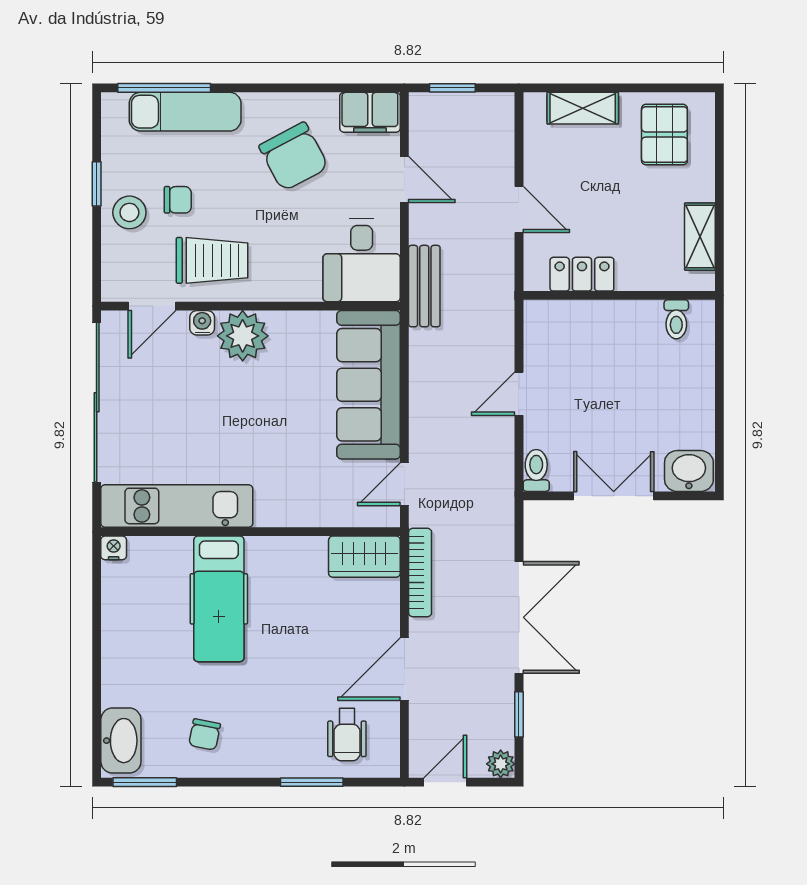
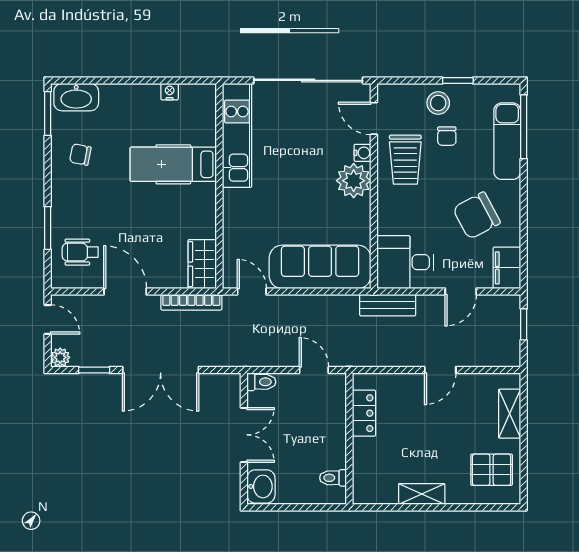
locker: (582, 274) -> (364, 413), moved
wall: (619, 295) -> (349, 439), moved
toilet: (676, 319) -> (333, 478), moved
nightstand: (114, 548) -> (170, 92), moved, turned -90

